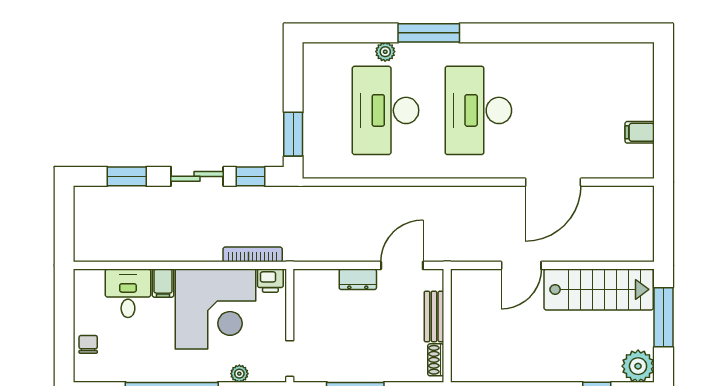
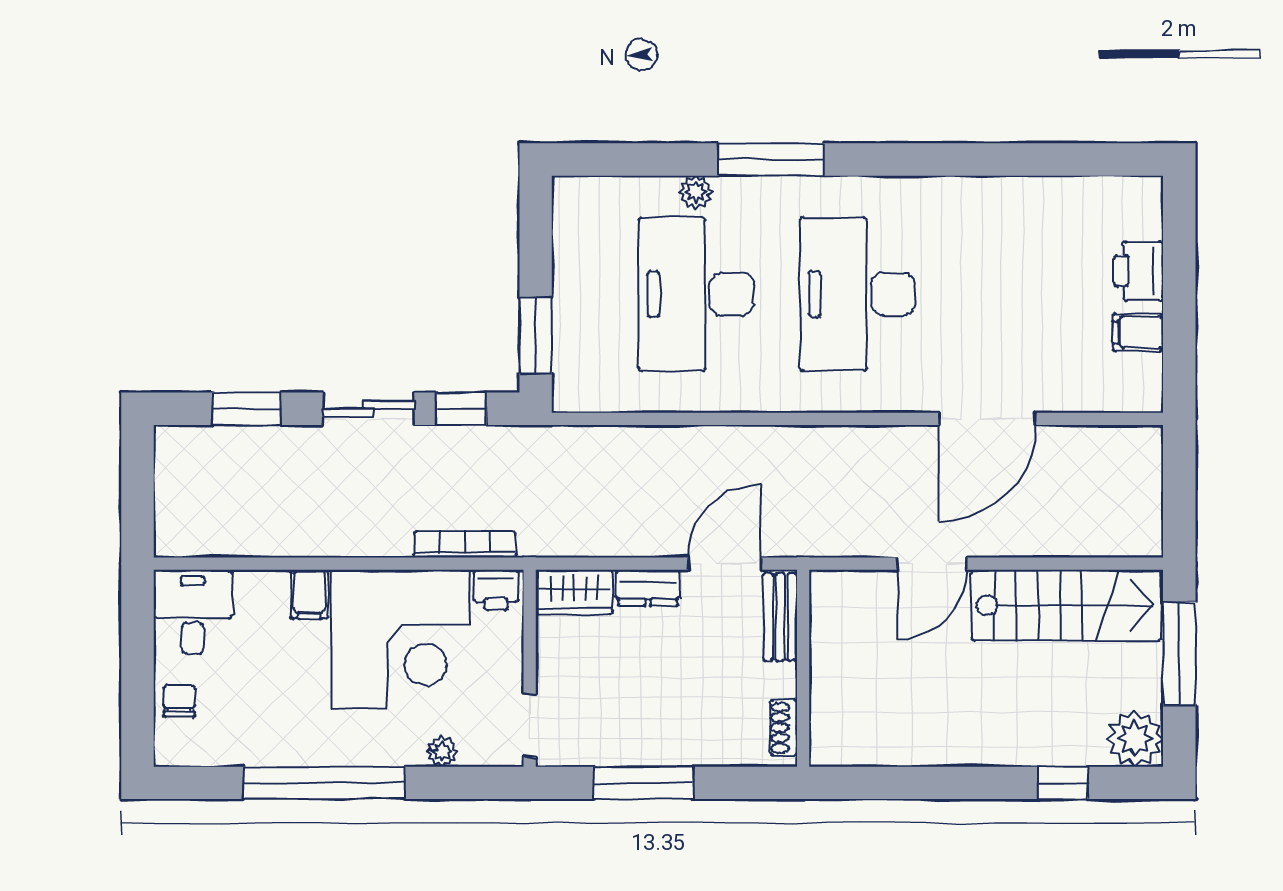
printer: (640, 97) -> (1138, 271), added
wardrobe: (315, 282) -> (574, 592), added
desk: (128, 293) -> (193, 612), moved
bench: (434, 316) -> (780, 617), moved

